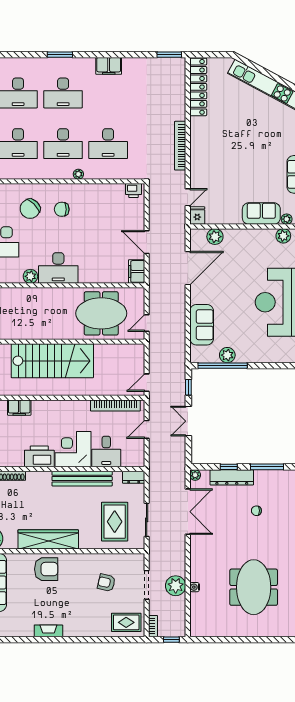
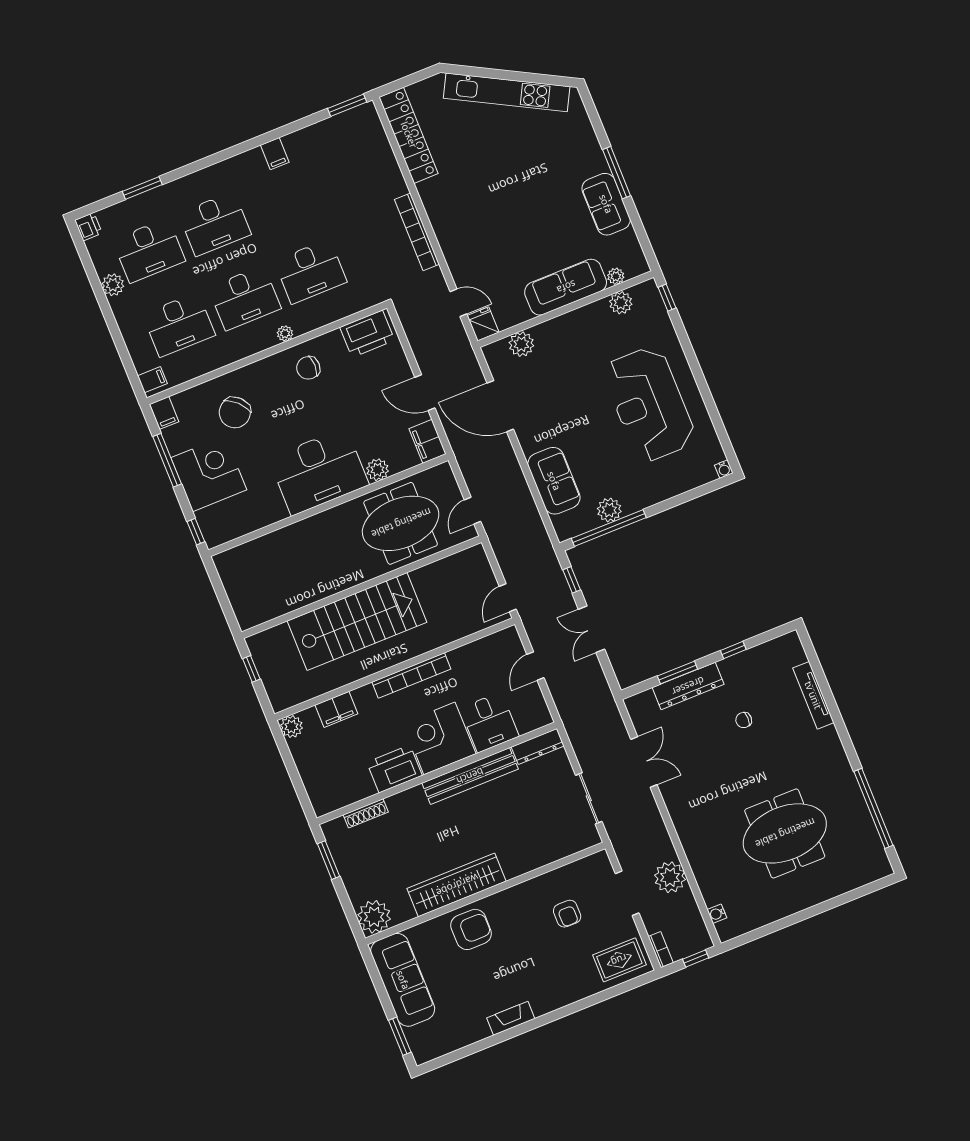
window: (60, 55) -> (142, 188), moved
filing cabinet: (109, 66) -> (275, 154), width x0.50
printer: (134, 190) -> (367, 334), width x1.87, depth x1.48
door: (188, 197) -> (458, 303), hinge flipped
chair: (62, 209) -> (308, 368), moved
sofa: (261, 214) -> (566, 287), width x1.36
desk: (58, 268) -> (319, 471), width x1.36, depth x1.30
door: (188, 268) -> (500, 406), swing flipped
plant: (30, 276) -> (377, 470), moved
bookcase: (115, 405) -> (411, 676), moved
window: (229, 467) -> (677, 673), width x1.50
window: (267, 467) -> (733, 650), width x0.46
plant: (195, 475) -> (633, 704), removed
dresser: (134, 477) -> (538, 746), width x1.44
double door: (188, 512) -> (644, 762), width x0.73
rug: (115, 522) -> (543, 820), removed
armchair: (106, 583) -> (567, 914), turned -103
water cooler: (195, 587) -> (717, 914), moved
meeting table: (254, 587) -> (785, 833), turned 90

